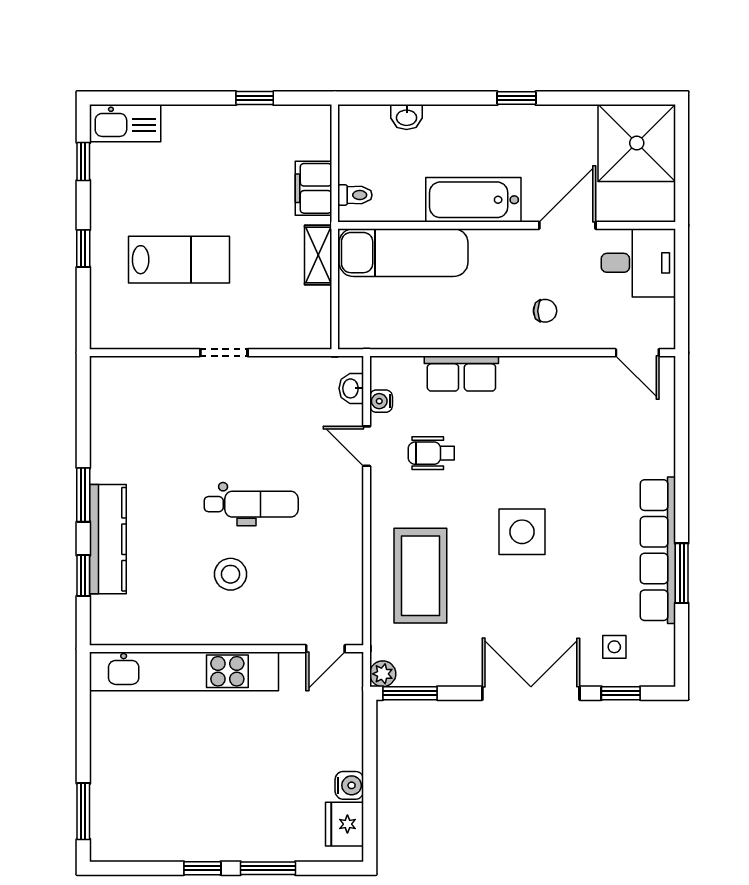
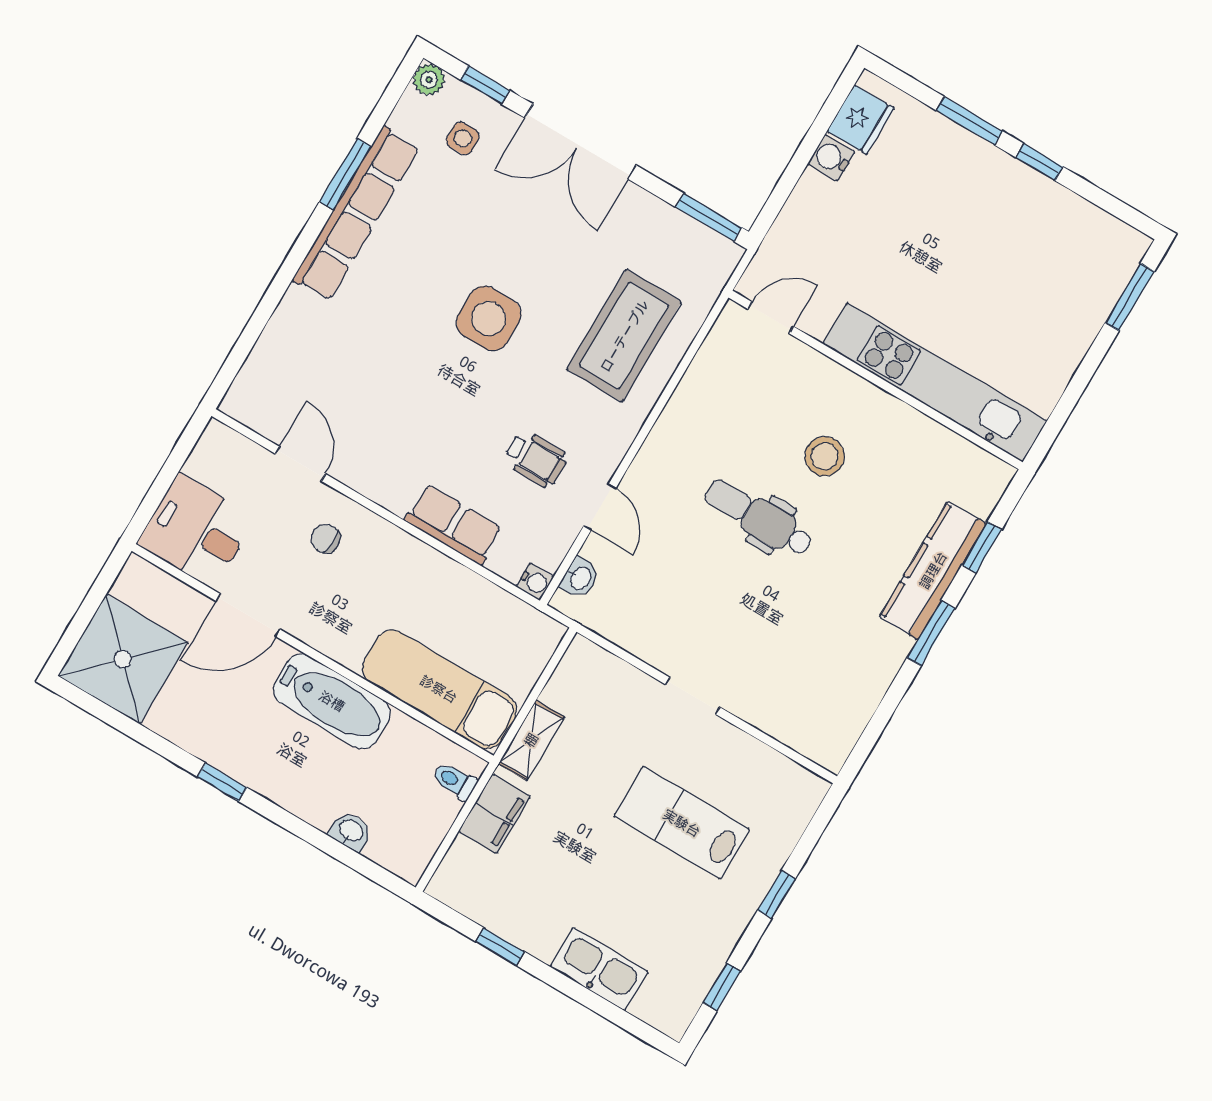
kitchen sink: (125, 123) -> (599, 969), moved
door: (637, 353) -> (301, 464), moved
water cooler: (381, 401) -> (535, 582), moved
plant: (383, 674) -> (429, 80), moved

